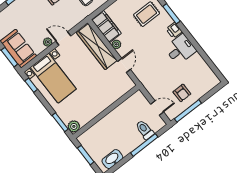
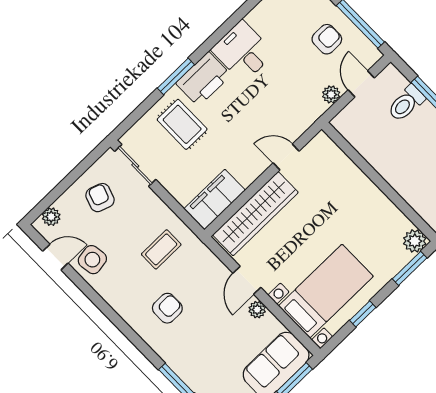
printer: (174, 30) -> (203, 79), width x1.87, depth x1.48
plant: (116, 44) -> (331, 94), moved
window: (31, 85) -> (363, 314), moved

